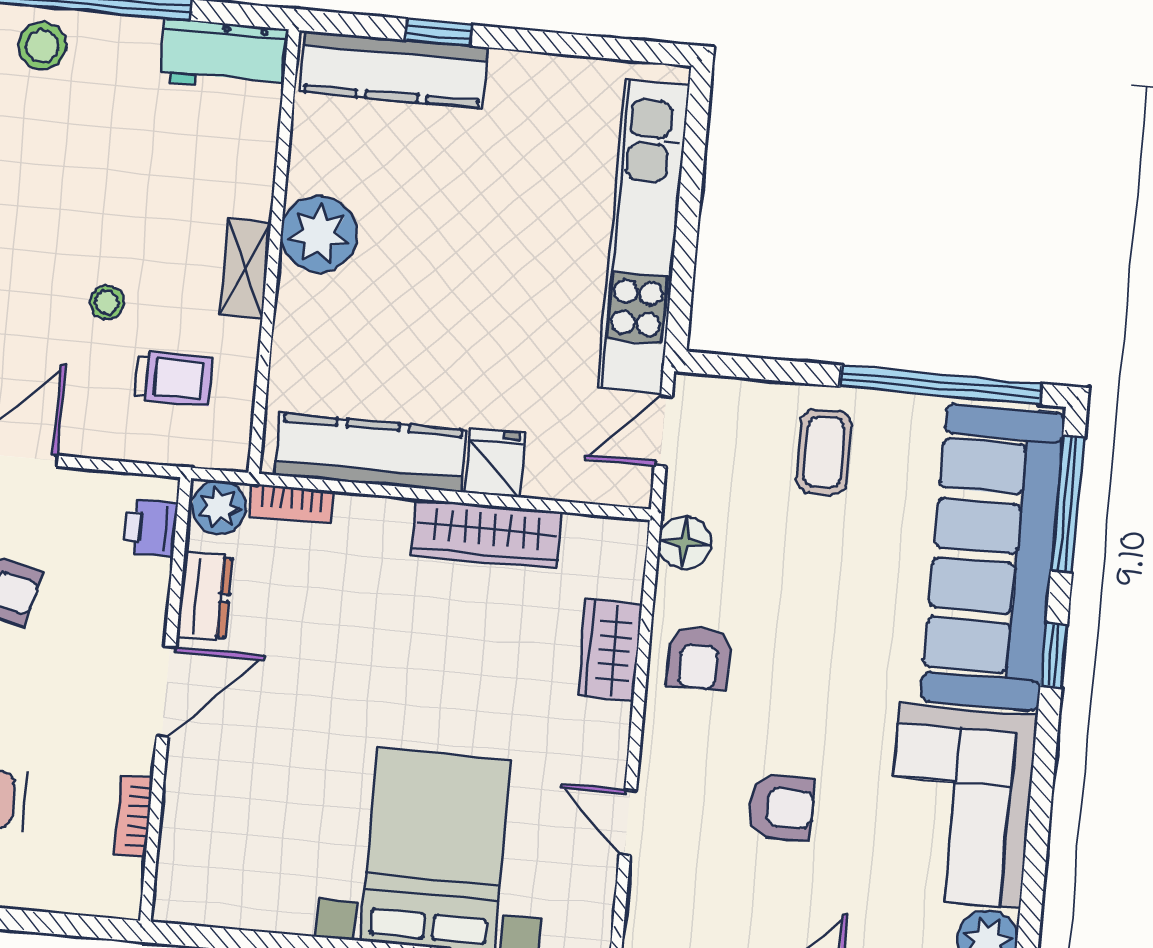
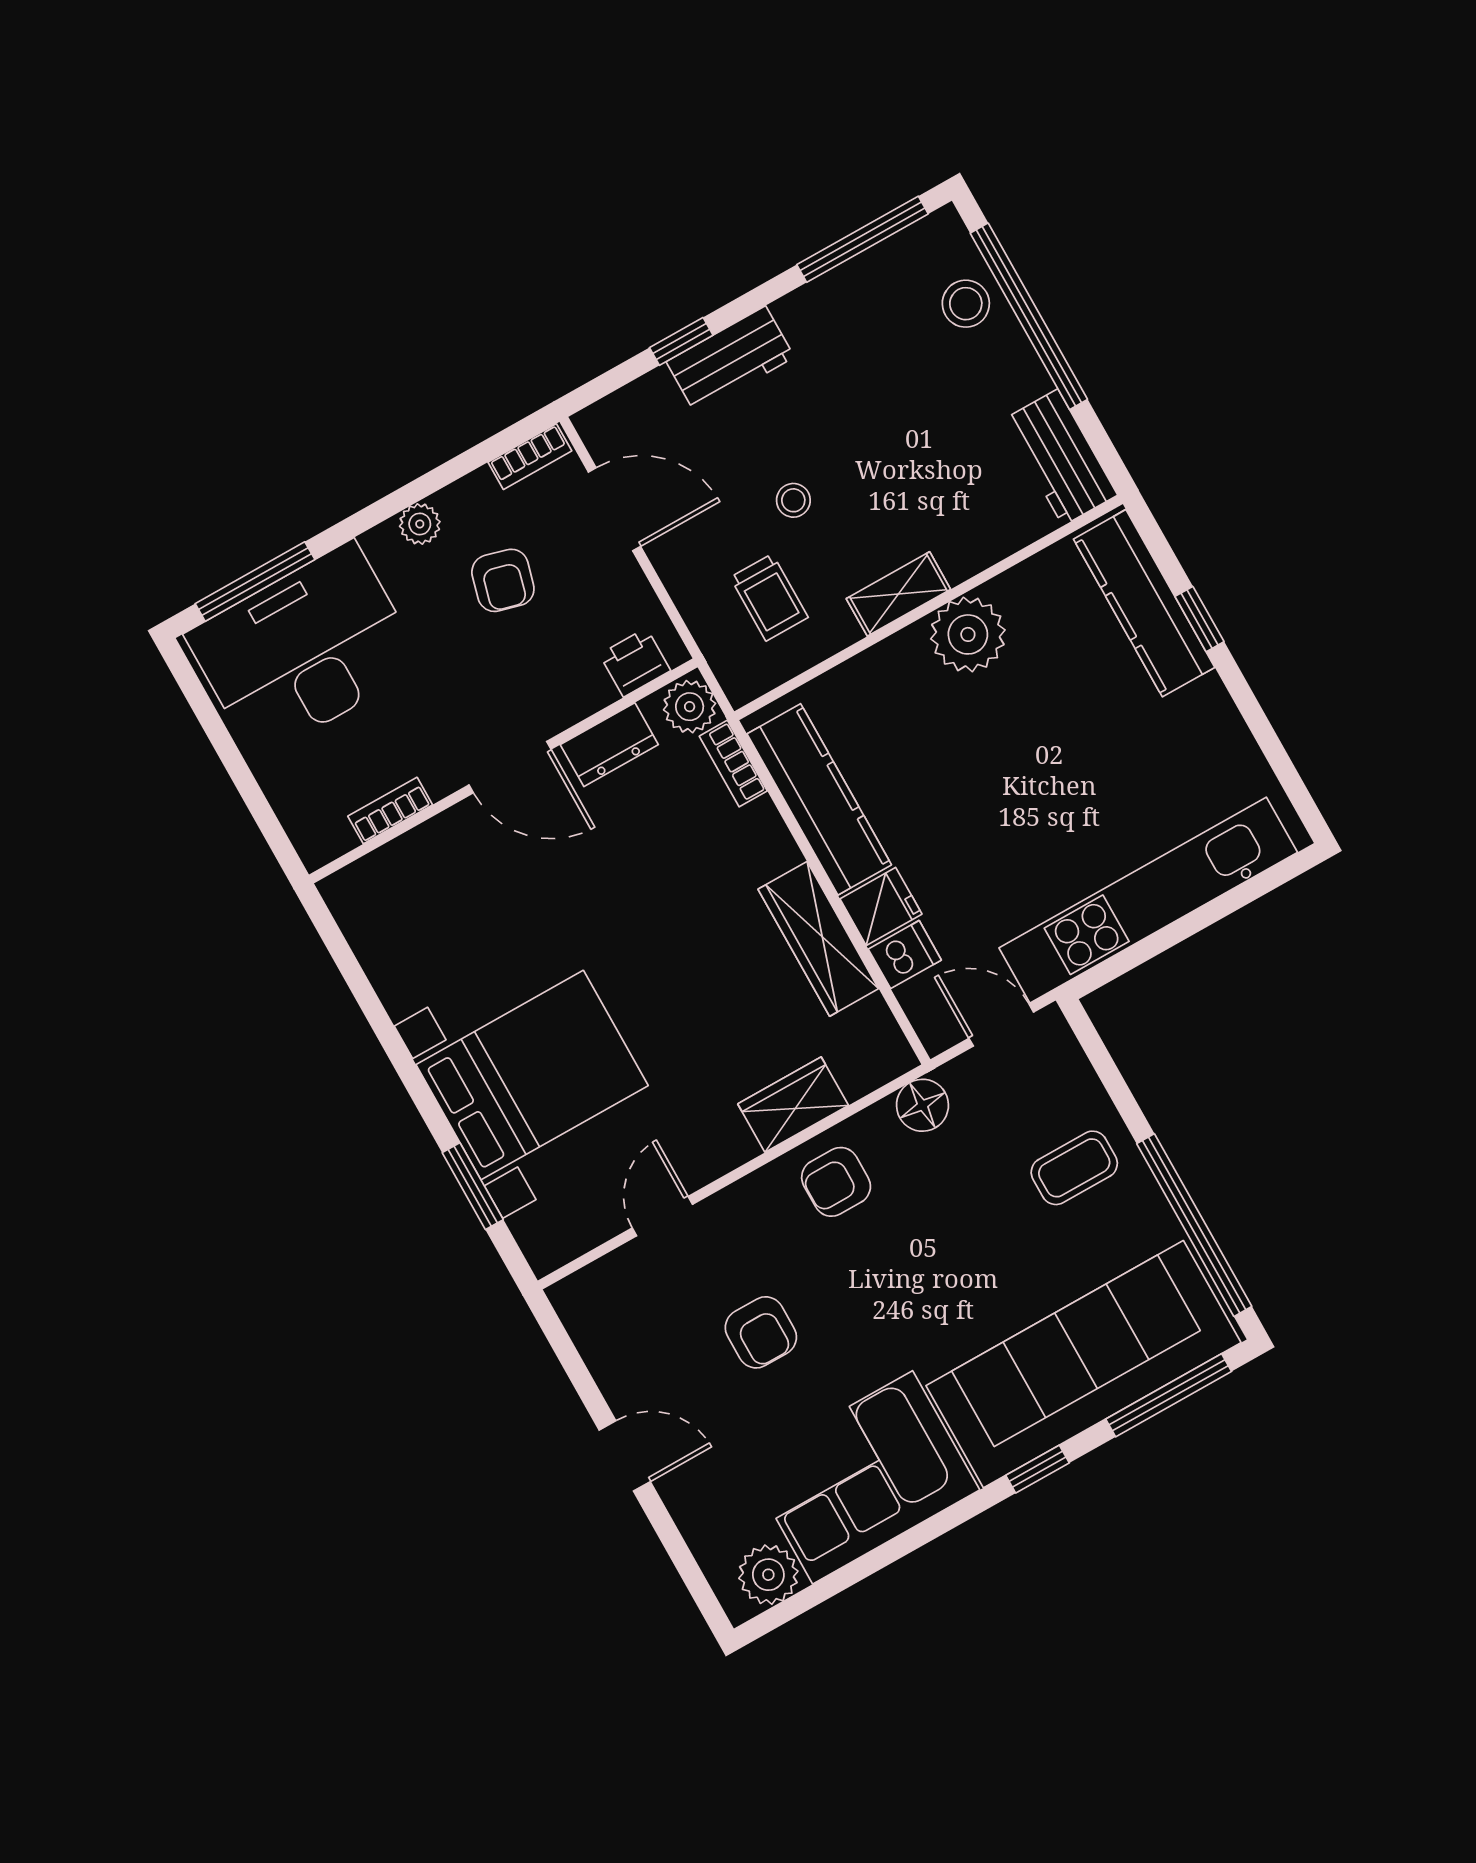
dishwasher: (549, 471) -> (905, 955), added

